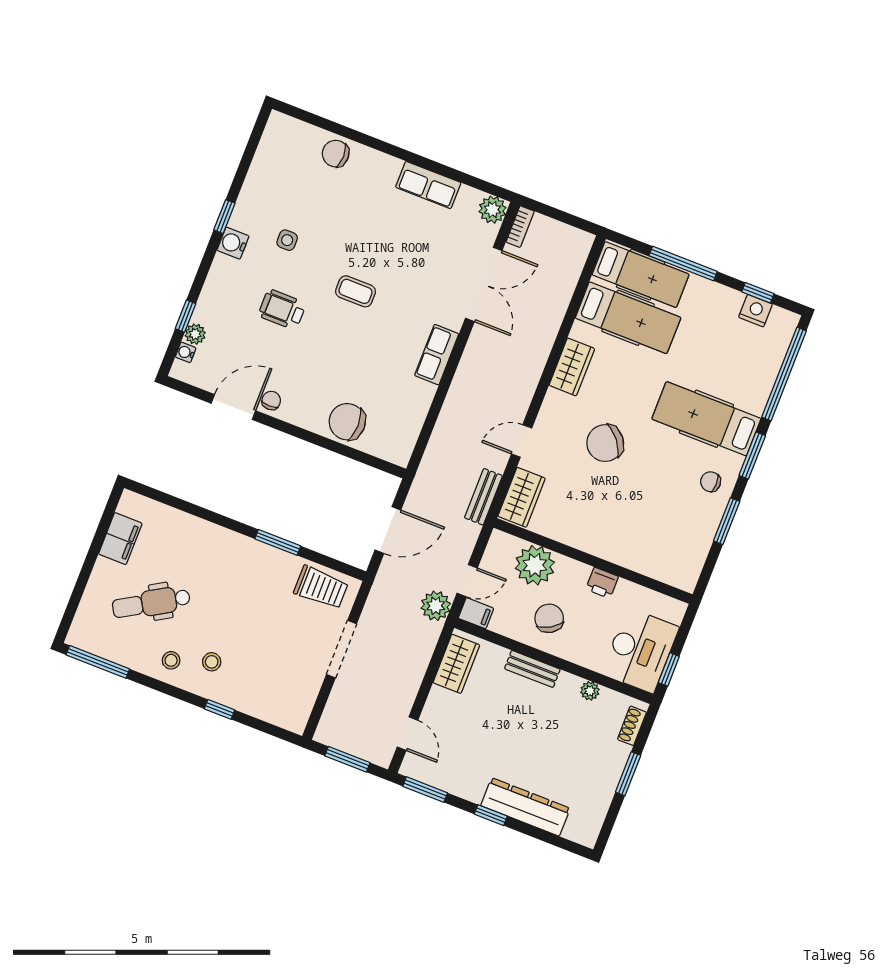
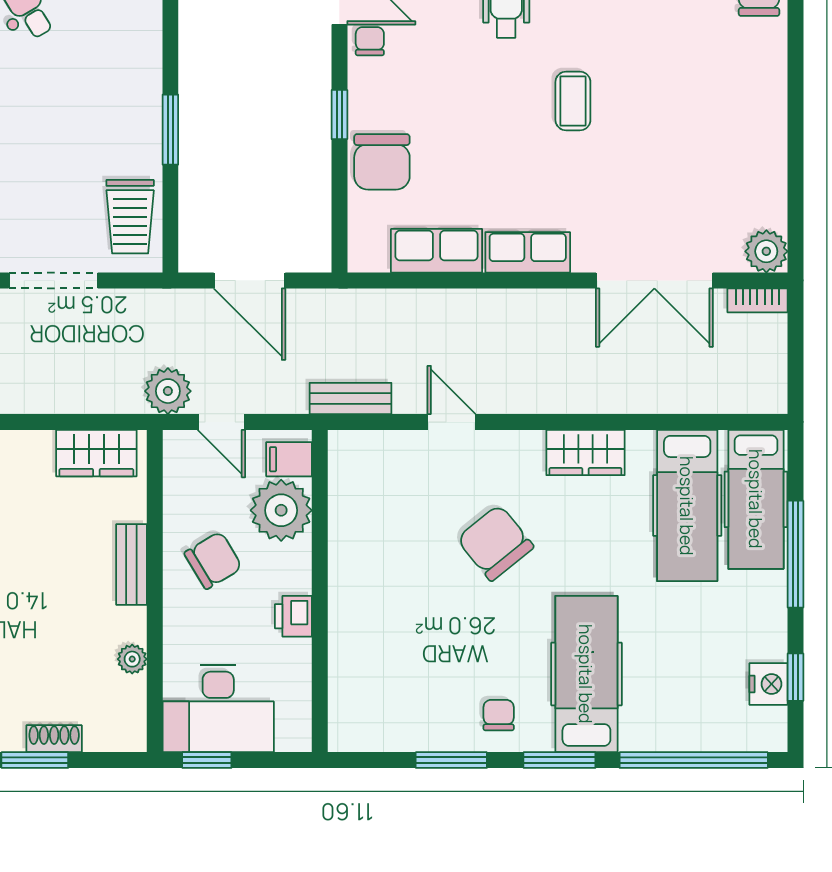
row of seats: (428, 185) -> (437, 251), moved, turned 90
chair: (271, 400) -> (370, 41), turned -90
chair: (347, 422) -> (382, 162), turned 180
window: (309, 436) -> (339, 115), added
wardrobe: (522, 497) -> (371, 453), removed
filing cabinet: (476, 613) -> (289, 459), moved, turned 90
shoe rack: (632, 726) -> (54, 739), moved

